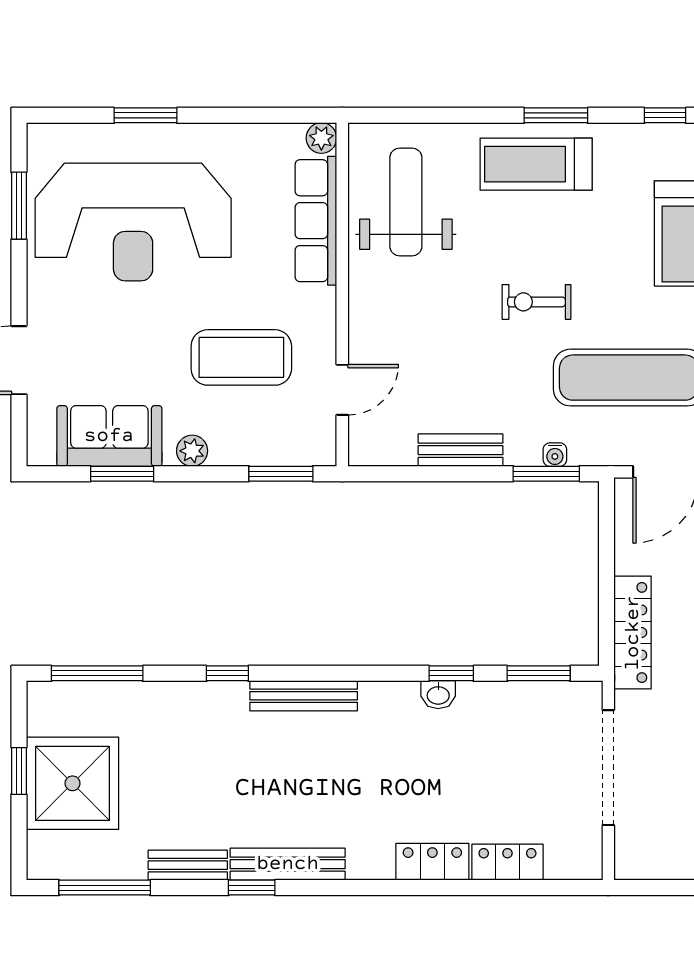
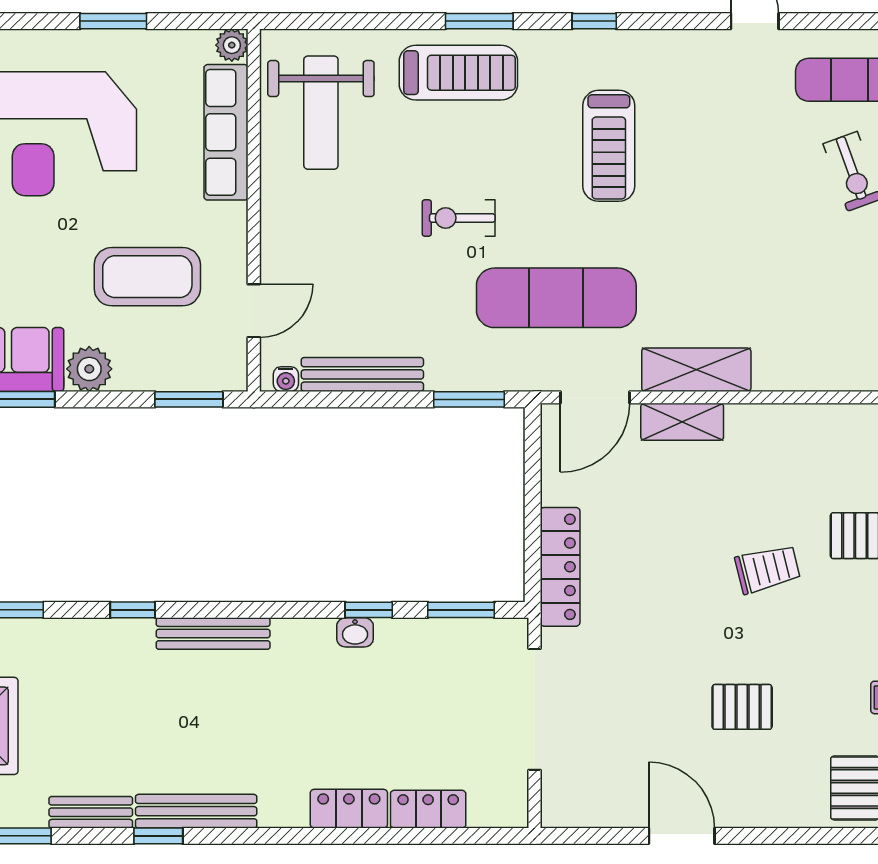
window: (145, 115) -> (113, 21), moved
treadmill: (536, 164) -> (458, 73), turned 180
weight bench: (406, 202) -> (321, 113), turned 180
bench: (461, 450) -> (362, 374), width x1.36
plant: (192, 451) -> (89, 369), width x1.38, depth x1.38
water cooler: (555, 455) -> (286, 379), moved

